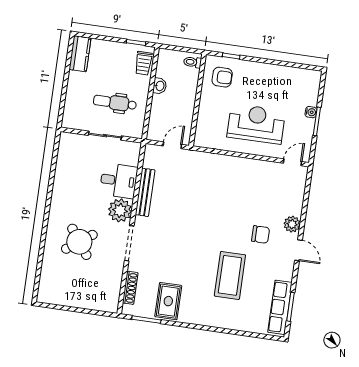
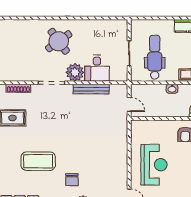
dental chair: (115, 103) -> (155, 57), width x1.36, depth x1.38
round table: (79, 242) -> (59, 41), moved

